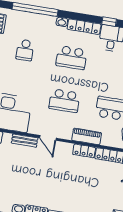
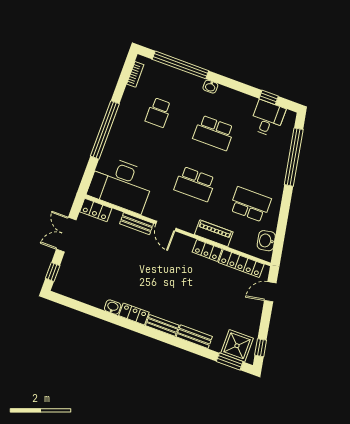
locker: (84, 27) -> (237, 98), removed

